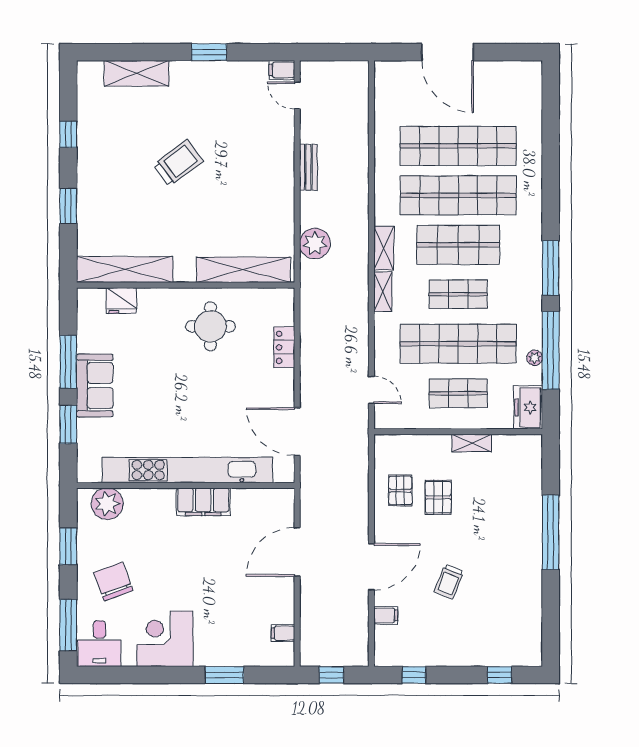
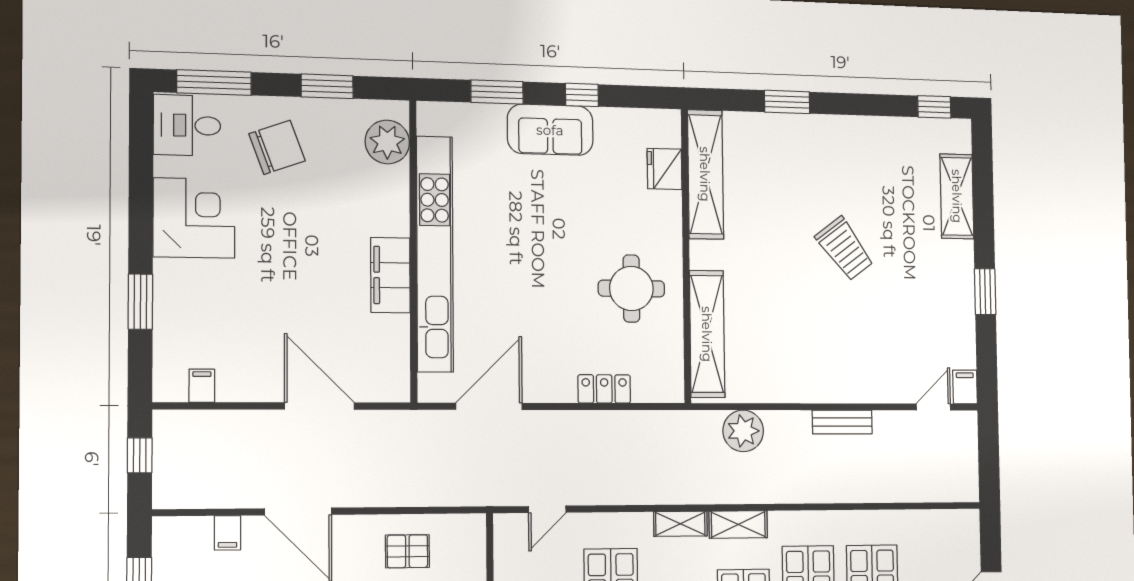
window: (68, 134) -> (934, 107), moved
window: (68, 362) -> (582, 95), width x0.46

